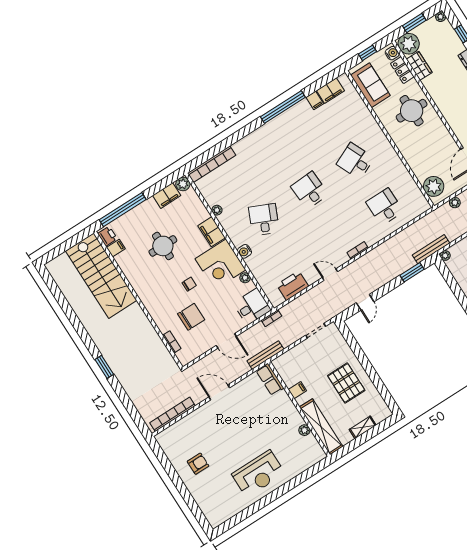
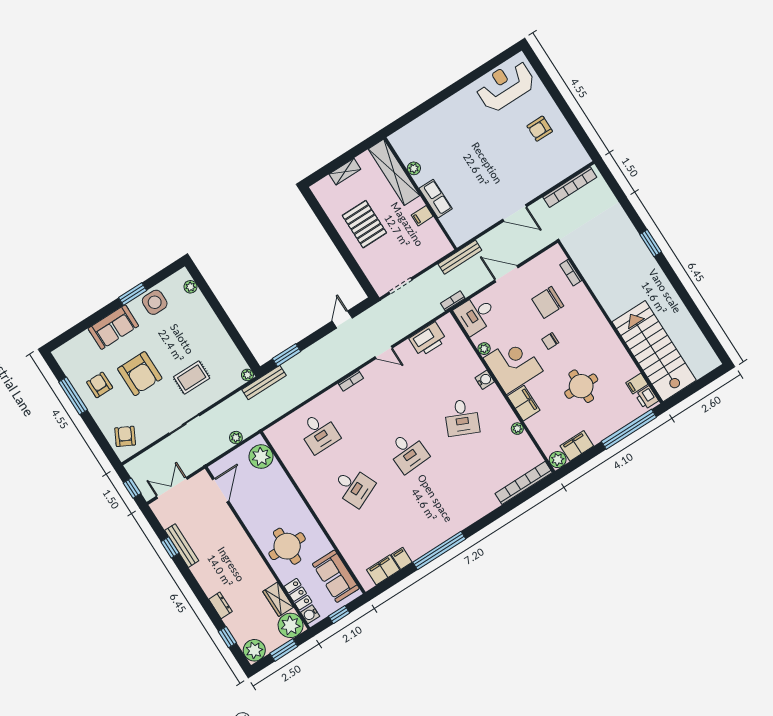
plant: (441, 17) -> (254, 650), width x1.87, depth x1.87
row of seats: (270, 379) -> (436, 199), moved
reception desk: (258, 474) -> (505, 86), moved

